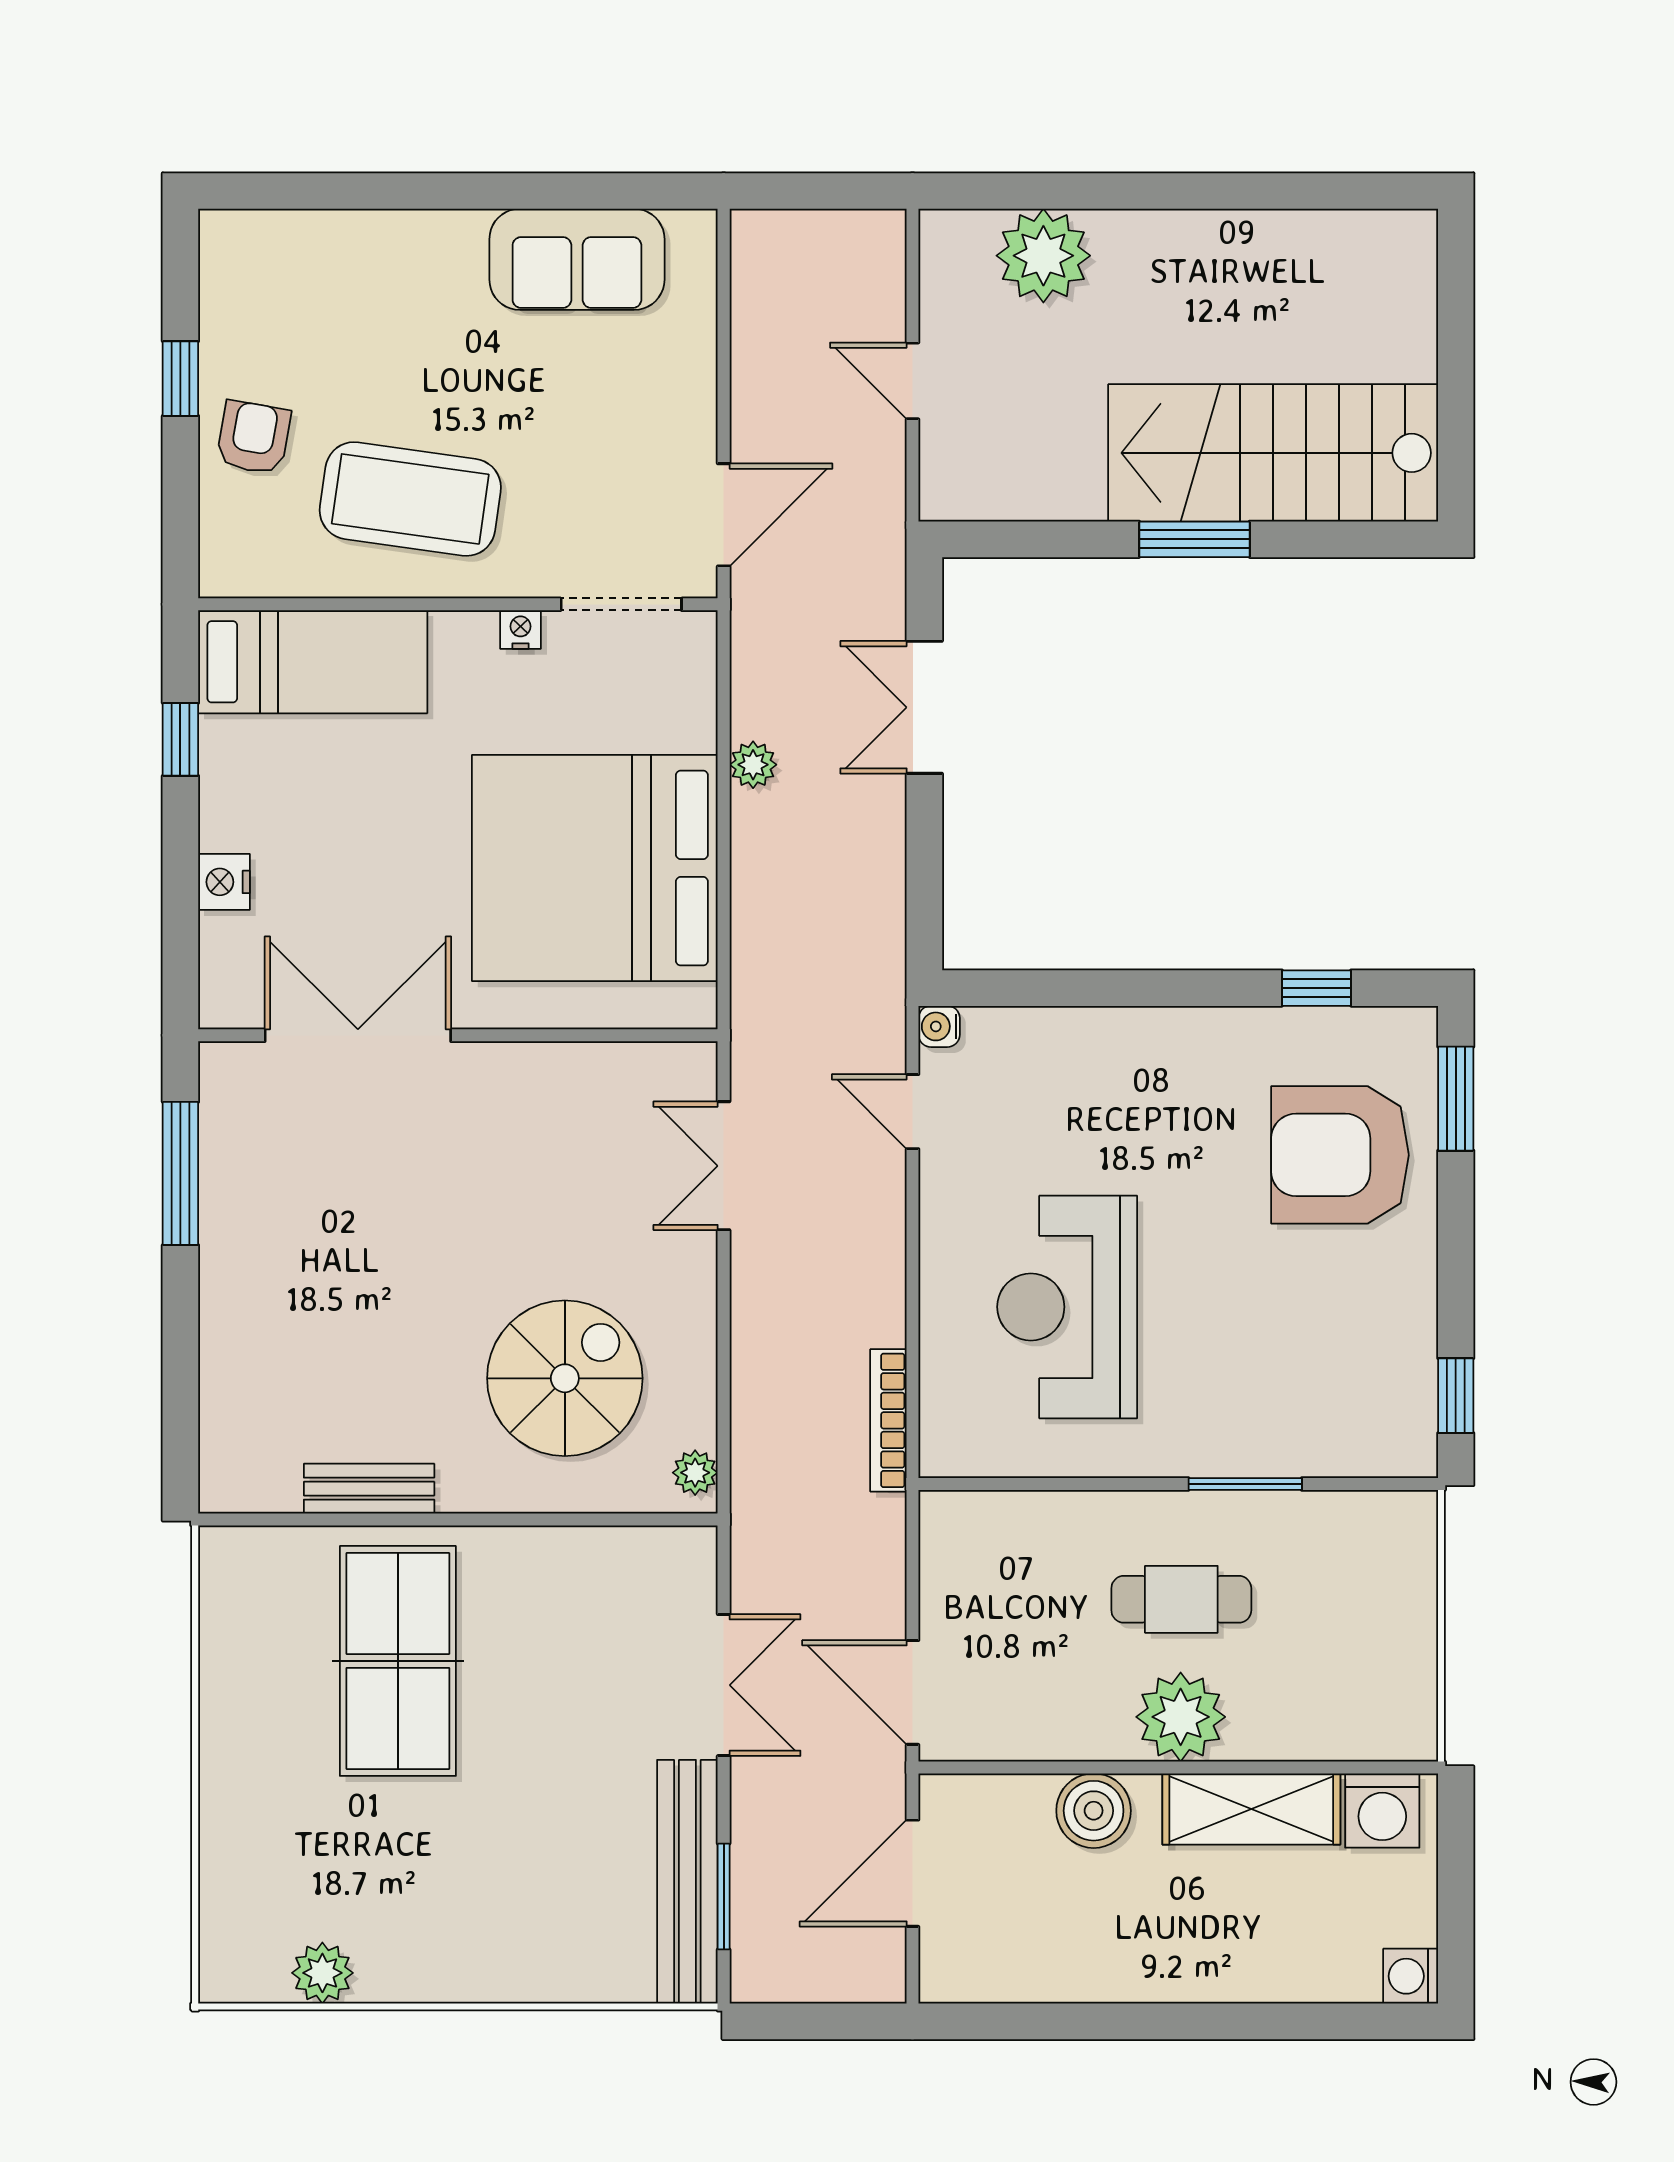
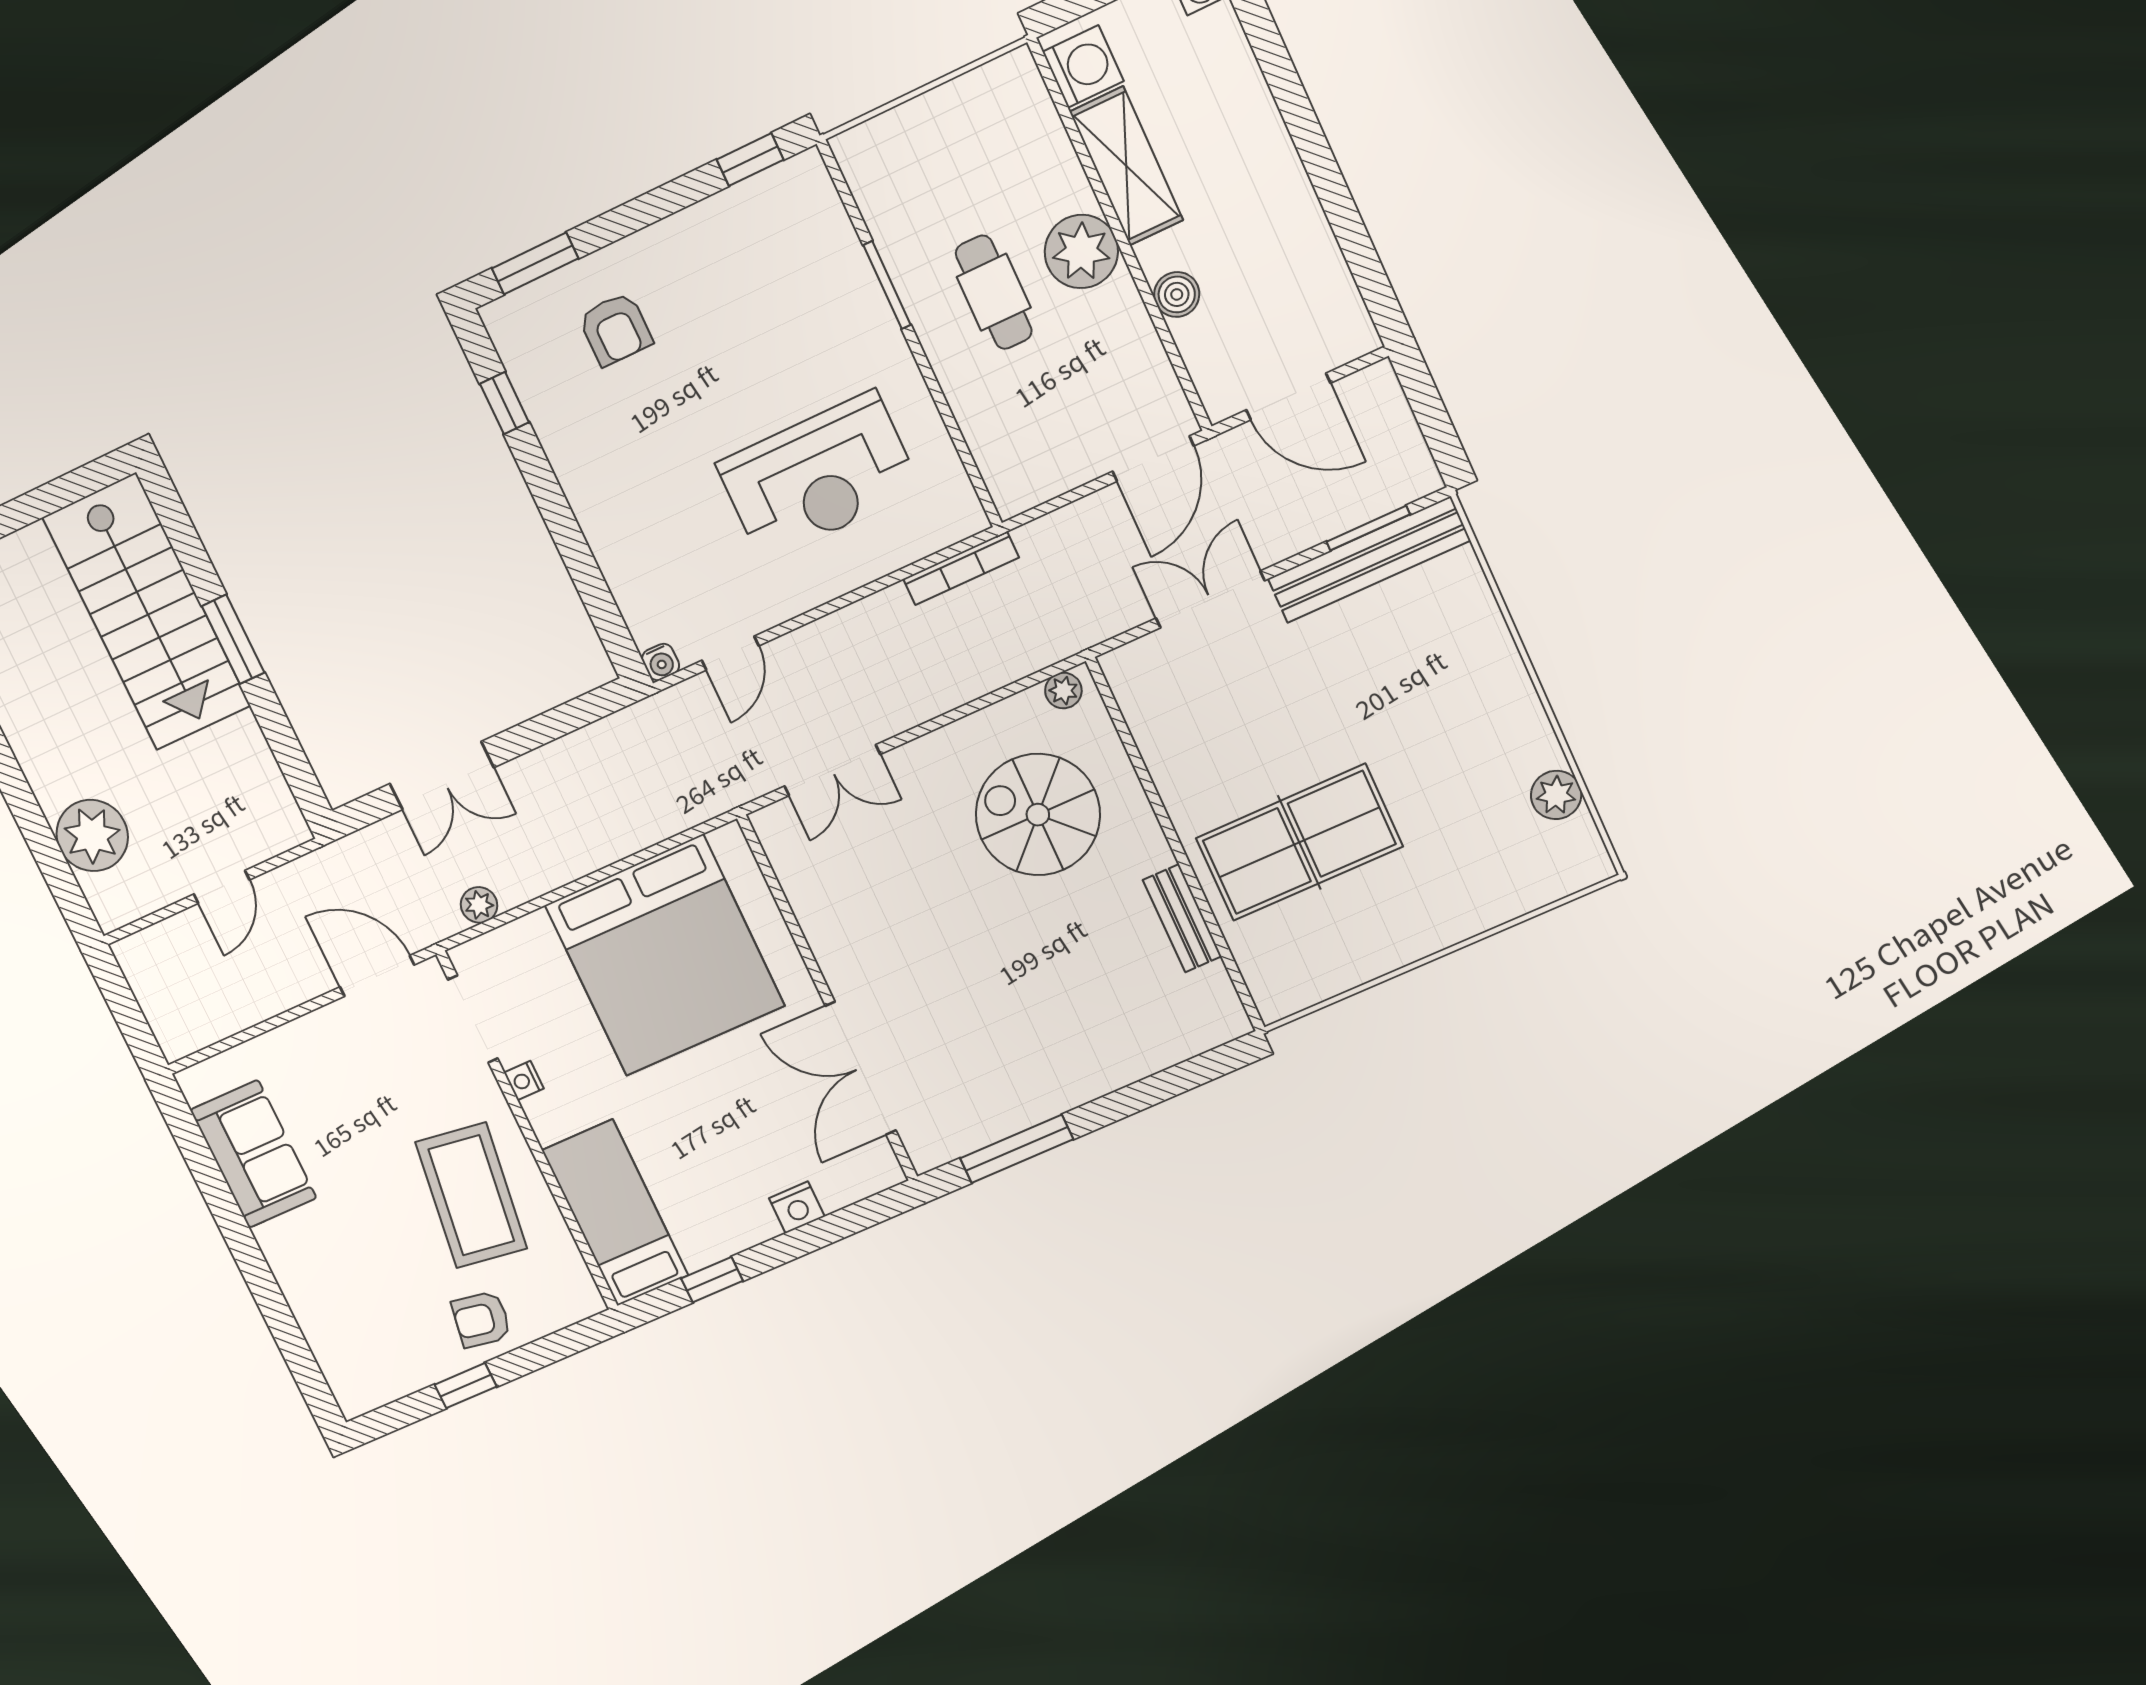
plant: (753, 765) -> (479, 905), moved
armchair: (1340, 1155) -> (615, 329), width x0.53, depth x0.53
boiler: (1094, 1811) -> (1177, 294), width x0.73, depth x0.73

